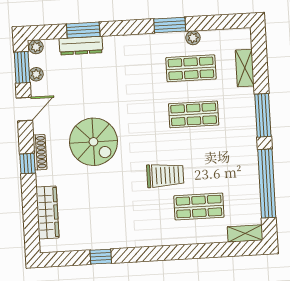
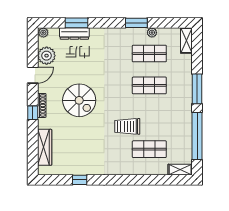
window: (22, 67) -> (33, 46), removed
shelving: (245, 68) -> (186, 41), moved
plant: (36, 74) -> (47, 56), width x1.87, depth x1.87
trolley: (165, 175) -> (127, 126), turned 180

